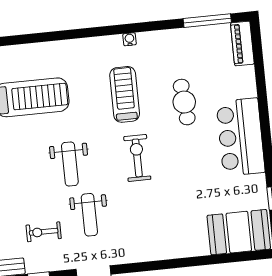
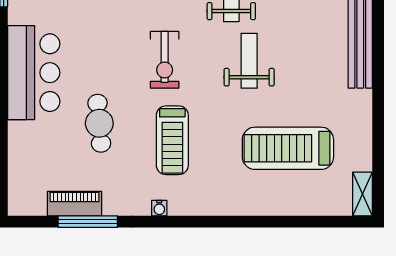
window: (207, 21) -> (88, 222), moved
piano: (242, 43) -> (74, 204), moved, turned -90

